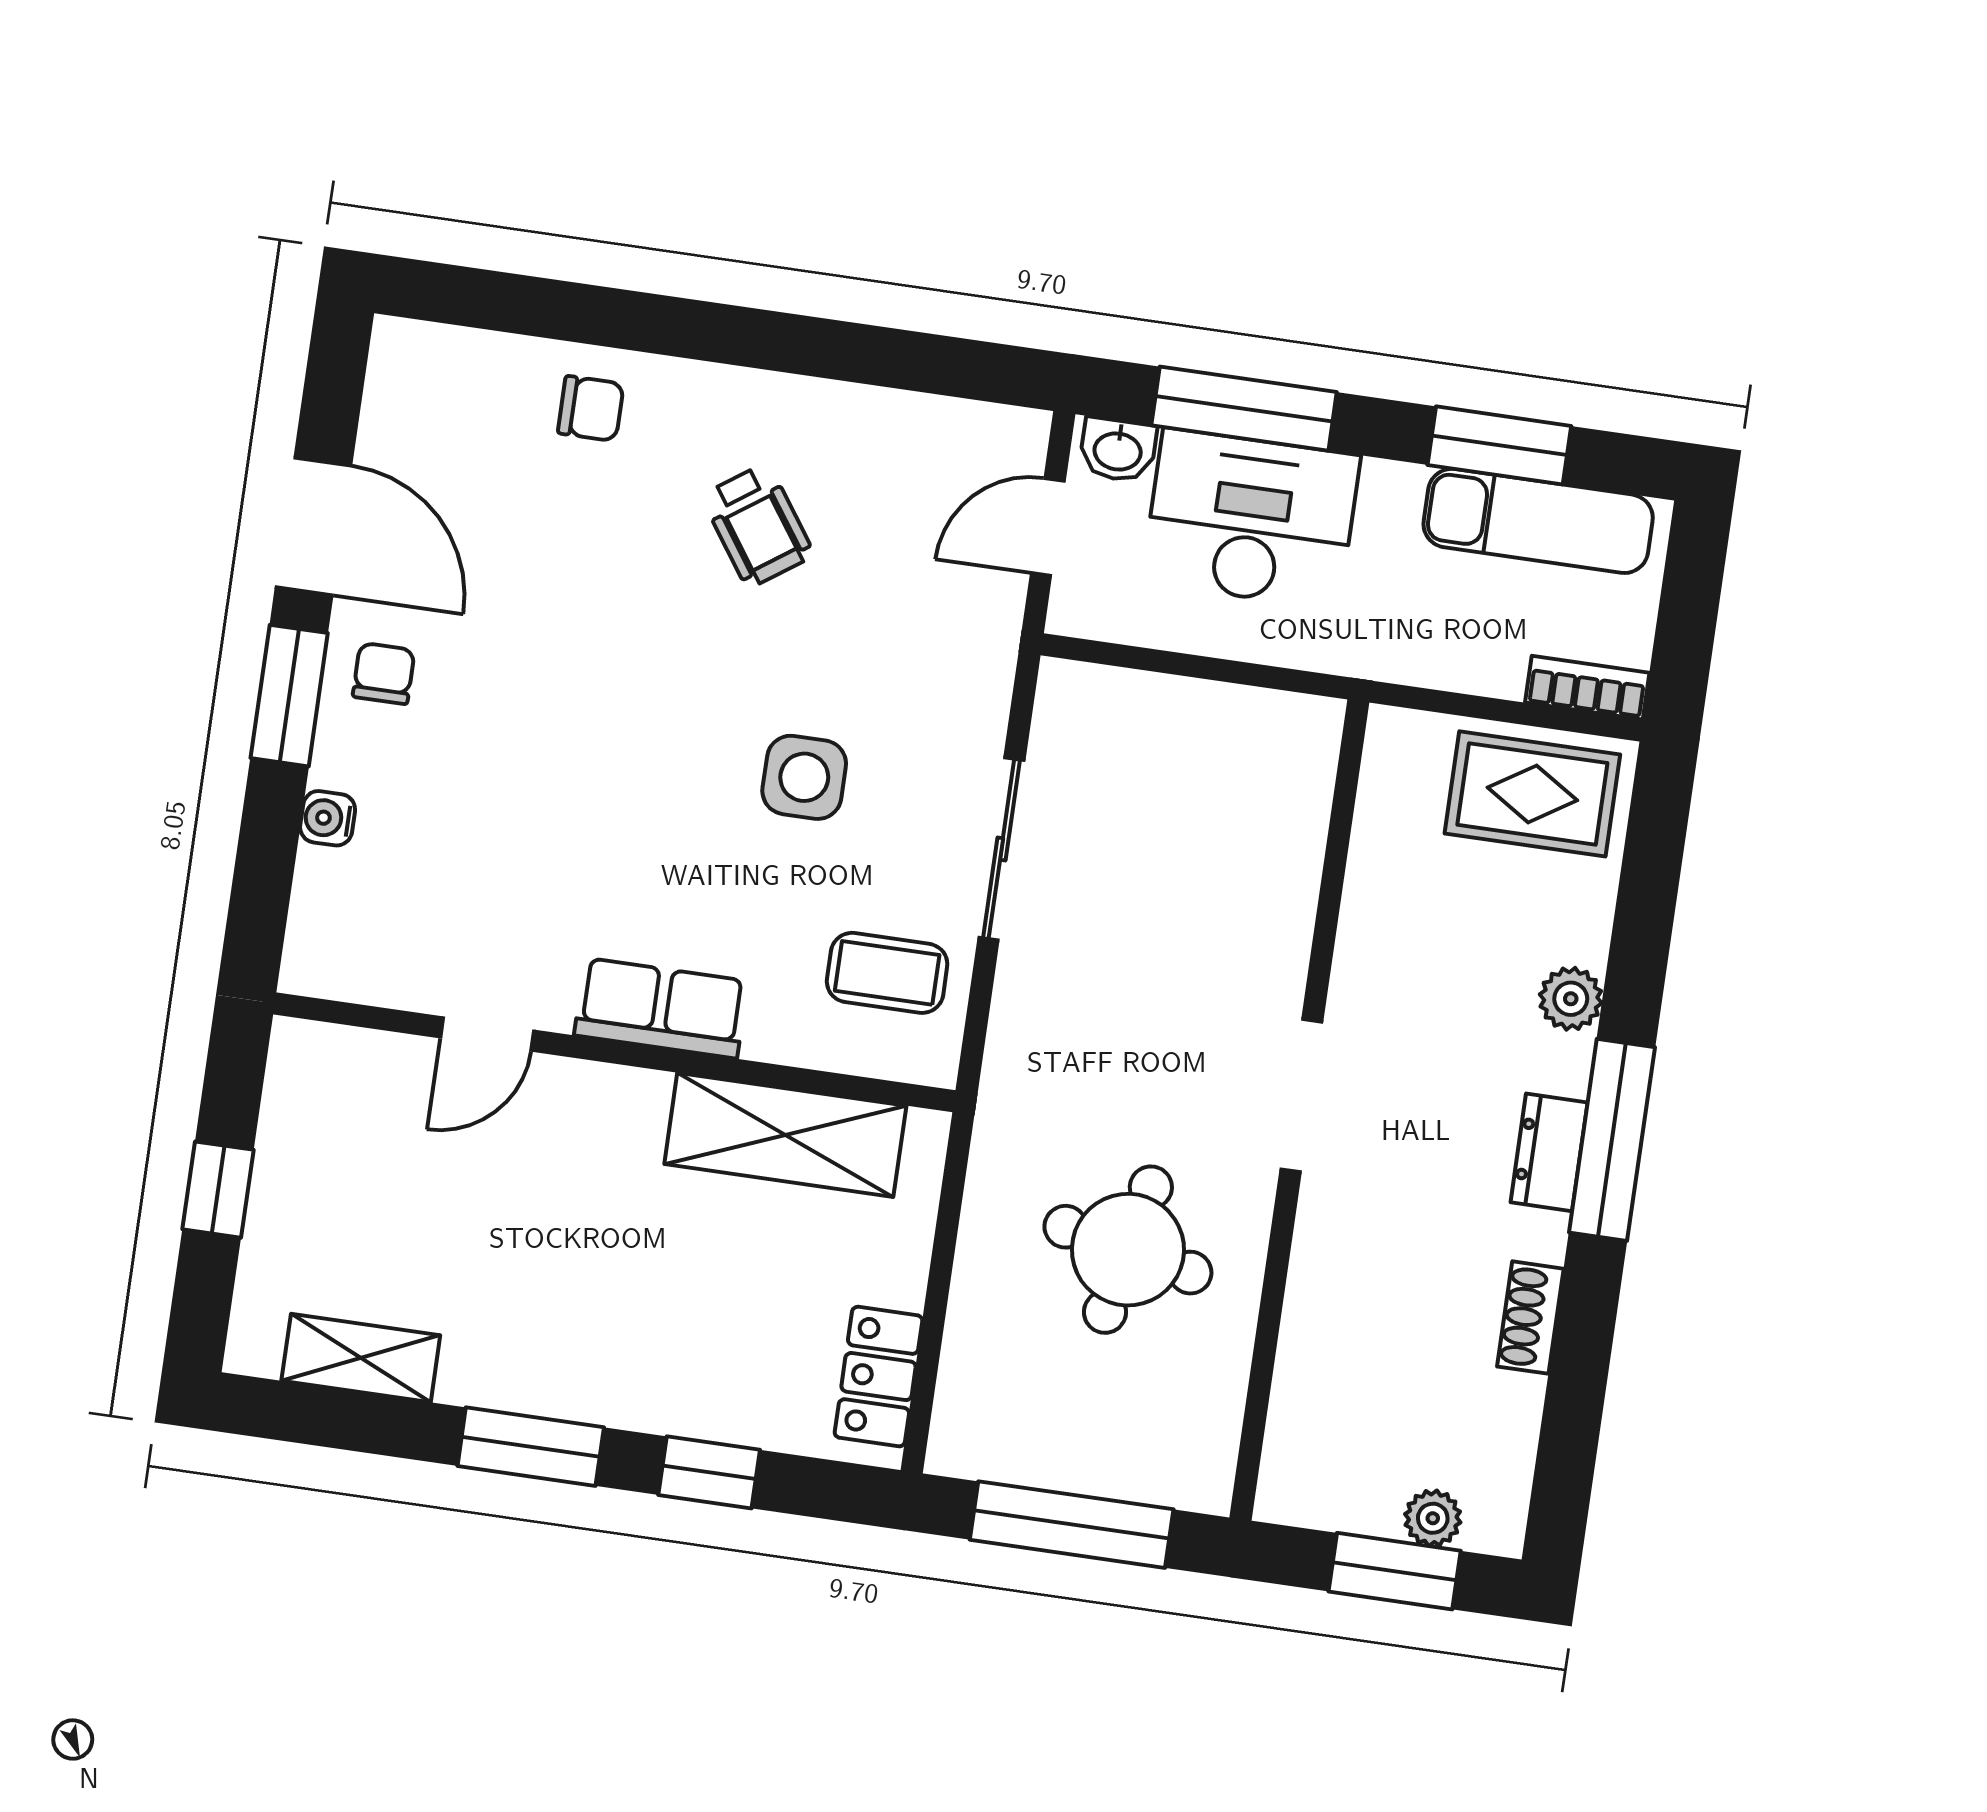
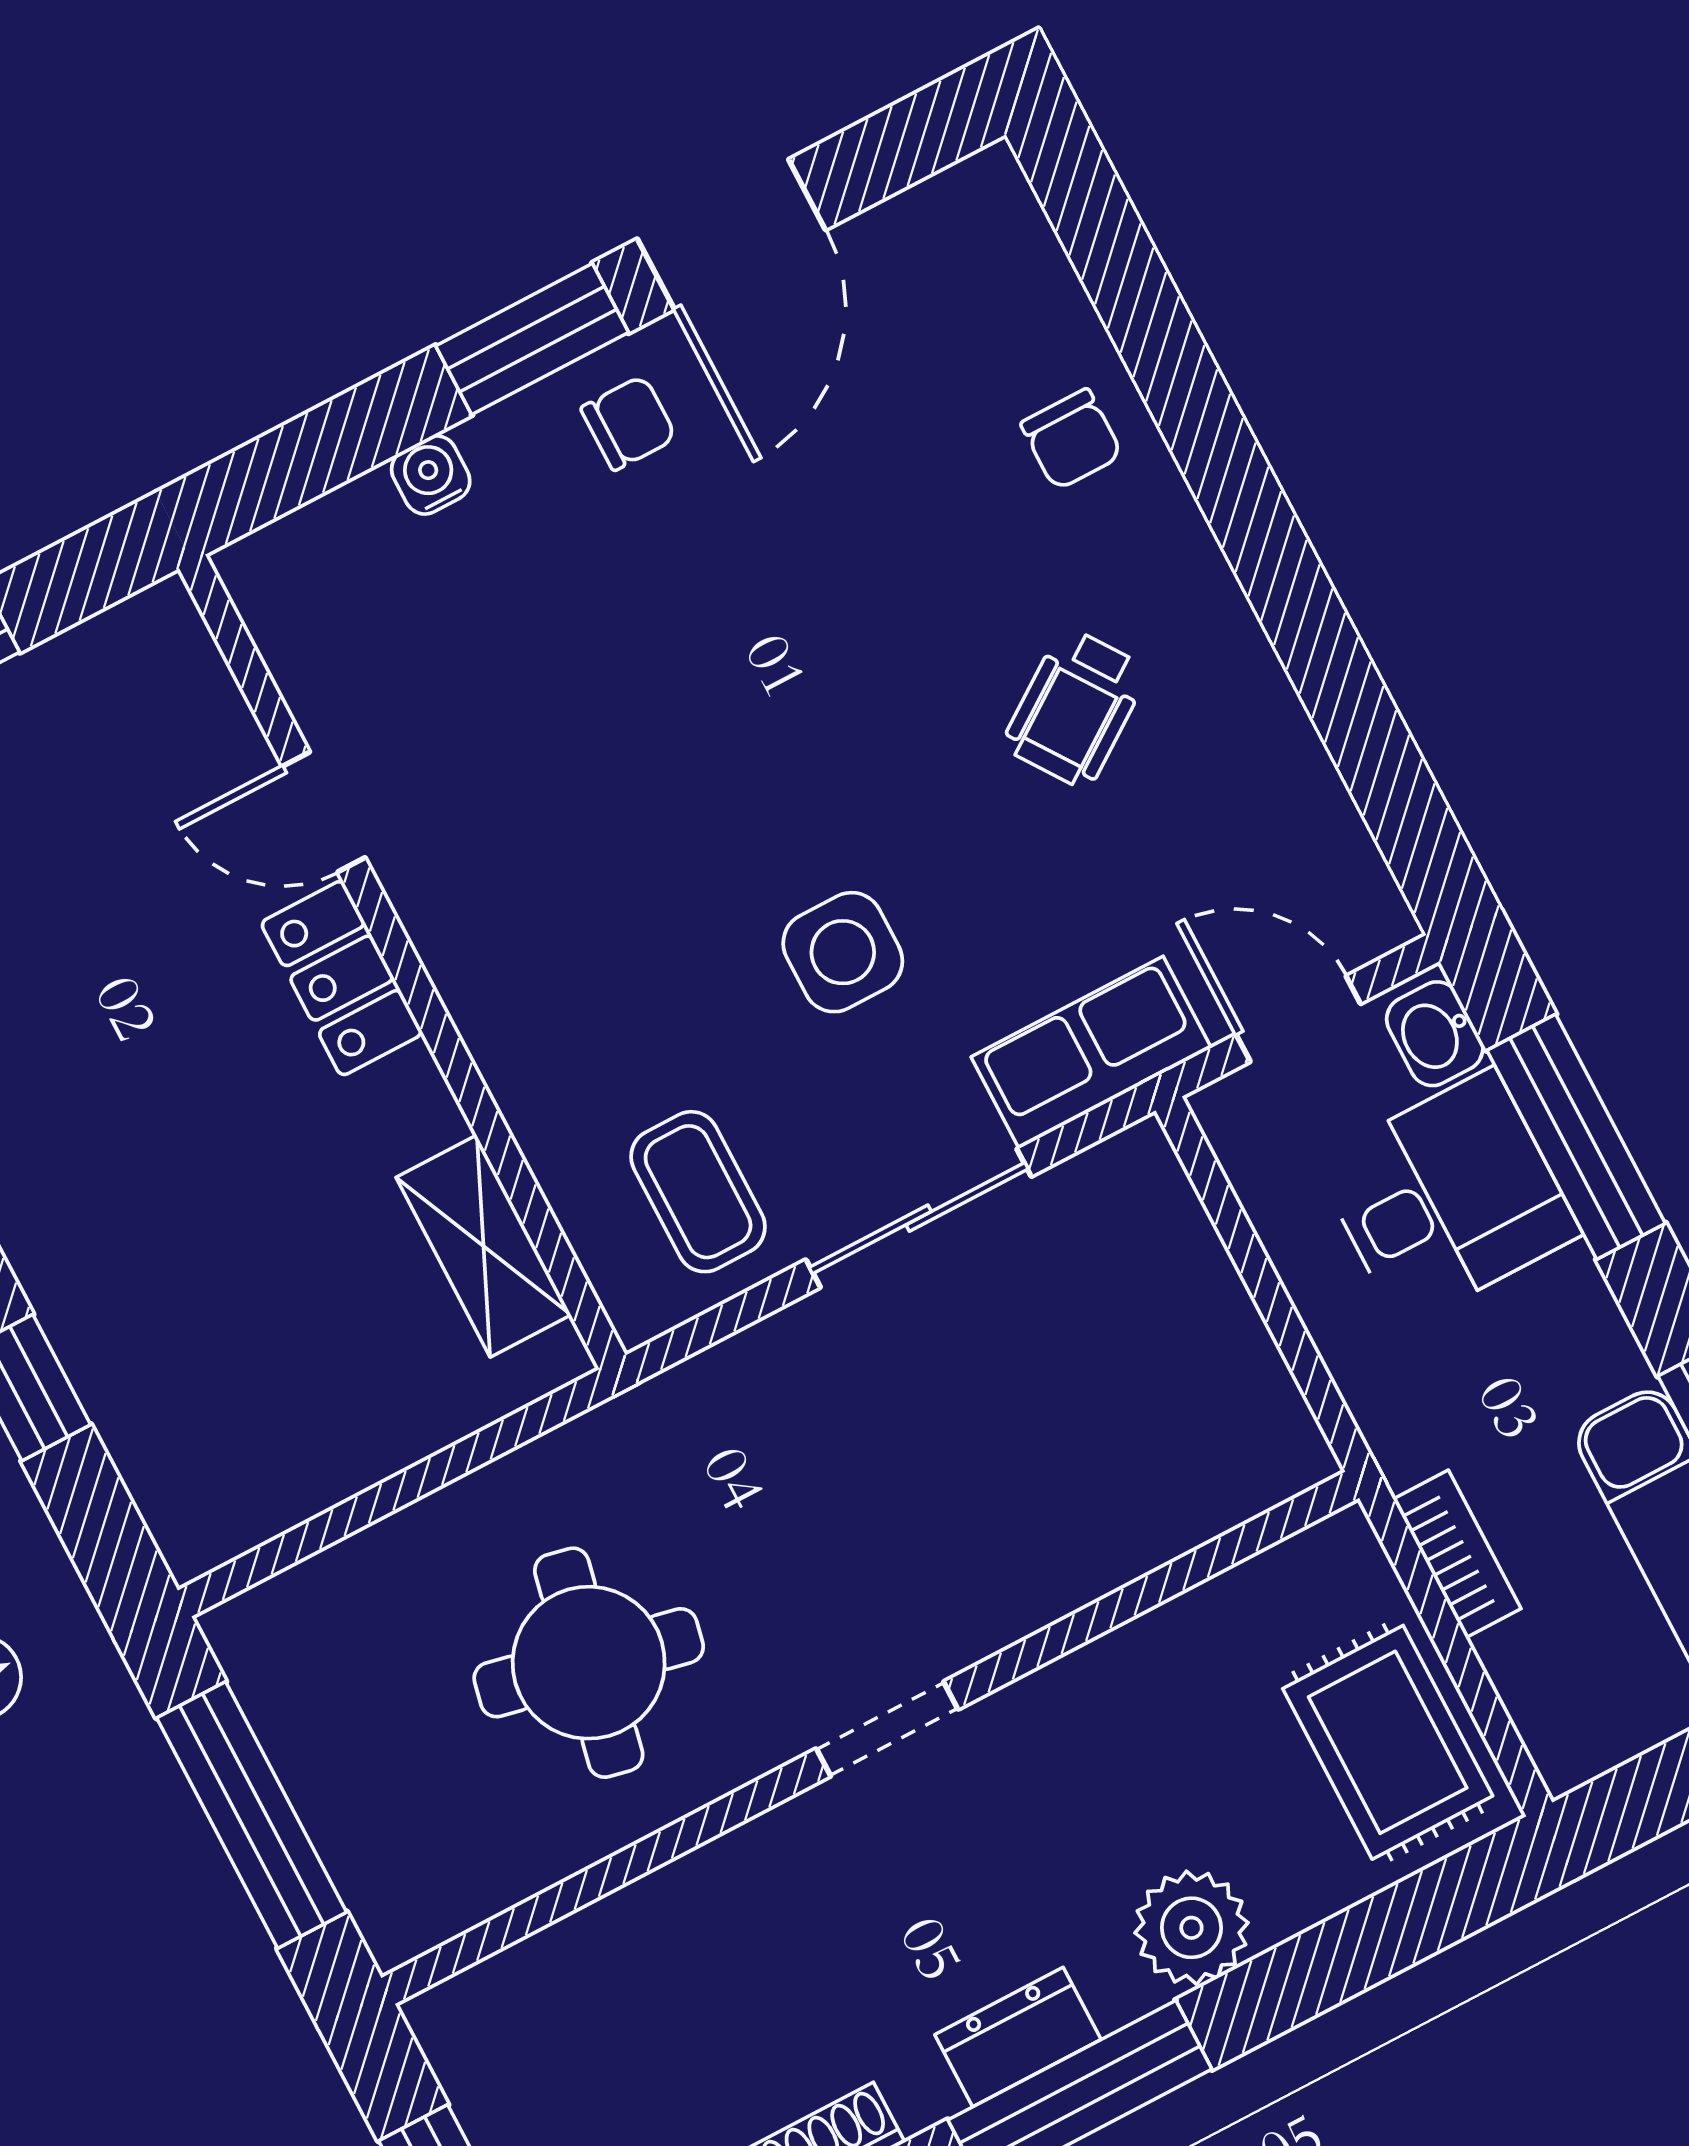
desk: (1251, 519) -> (1447, 1198), width x0.73
bookcase: (1587, 688) -> (1457, 1554), moved
plant: (1571, 999) -> (1191, 1928), width x1.38, depth x1.38
row of seats: (661, 1008) -> (1091, 1052), moved, turned -90
doorway: (1301, 1096) -> (887, 1729), width x0.73
shelving: (785, 1135) -> (484, 1246), width x0.67, depth x0.75
locker: (879, 1377) -> (342, 978), moved, turned -90

